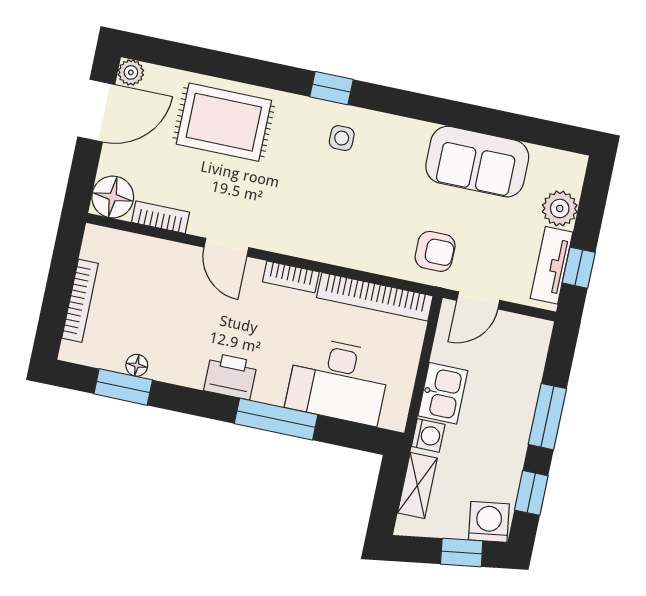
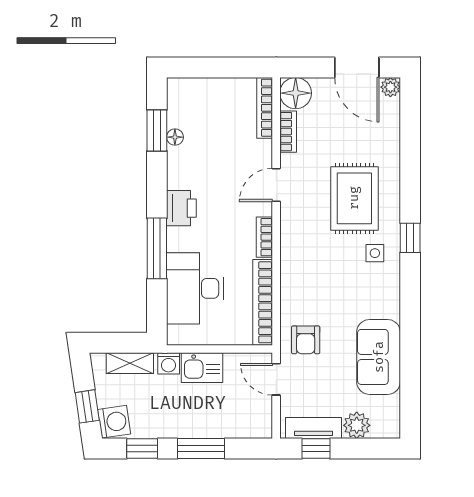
rug: (224, 122) -> (354, 198), moved
bookcase: (80, 301) -> (265, 108), moved, turned 90

